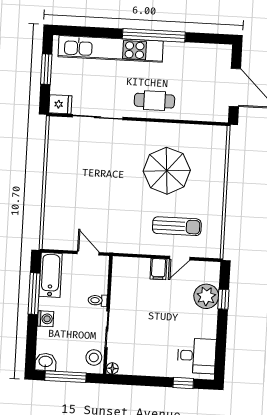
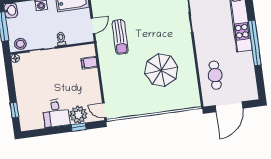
cafe table: (154, 101) -> (215, 75), moved
sun lounger: (177, 226) -> (120, 37), moved
door: (180, 258) -> (104, 110), moved
filing cabinet: (158, 269) -> (89, 63), moved
desk: (197, 356) -> (56, 113), moved

